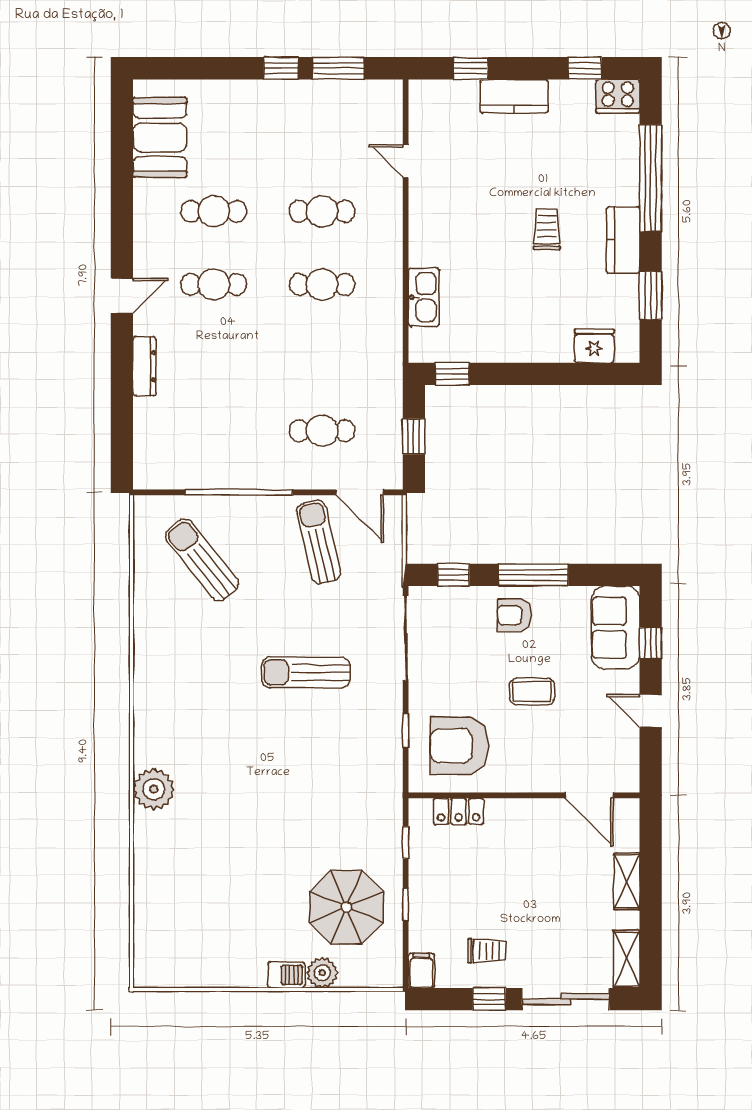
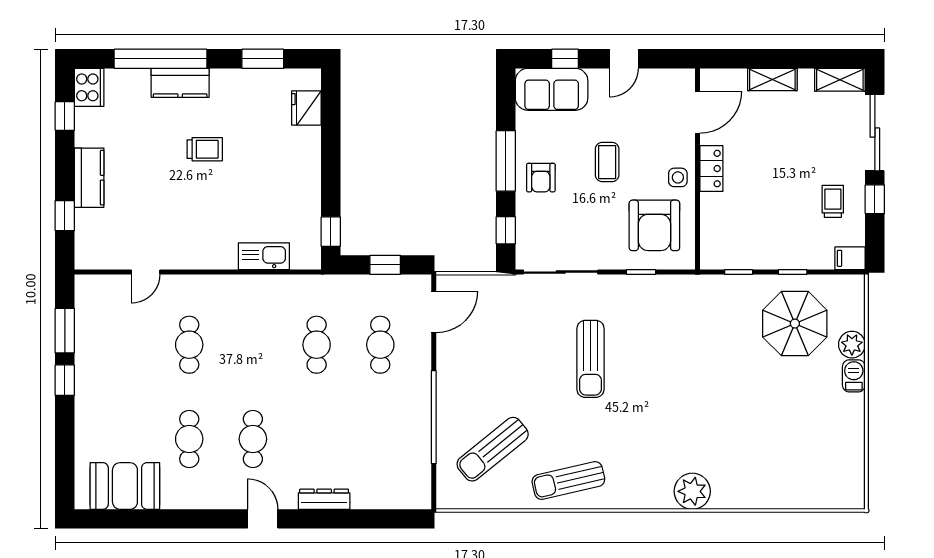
trolley: (547, 229) -> (205, 149), turned 180
kitchen counter: (623, 240) -> (180, 83), moved
cafe table: (322, 284) -> (317, 345), moved
sun lounger: (319, 542) -> (568, 481), moved
side table: (514, 773) -> (678, 177), added
locker: (459, 811) -> (711, 169), moved

